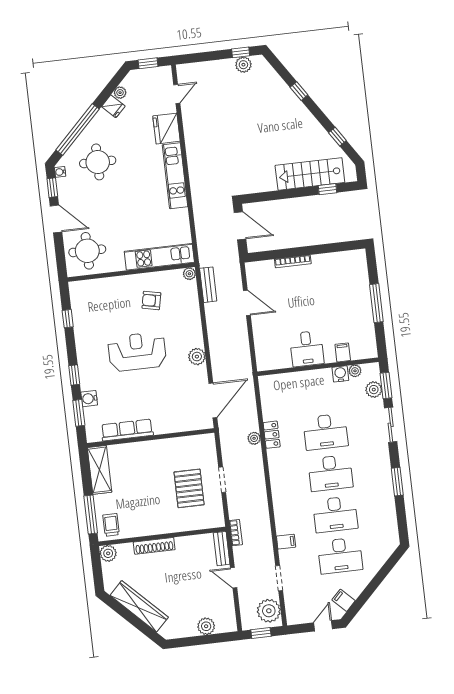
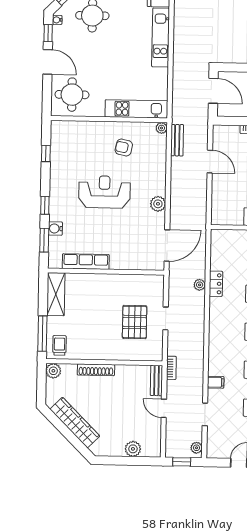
plant: (269, 611) -> (196, 448), width x0.53, depth x0.53

